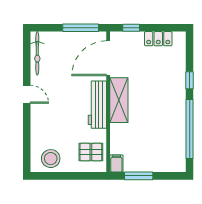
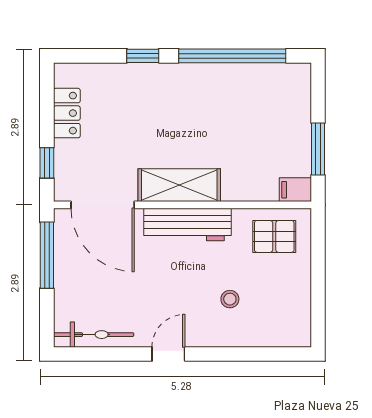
pallet: (91, 152) -> (274, 236), turned 90
stool: (51, 159) -> (230, 299), moved, width x0.53, depth x0.53

